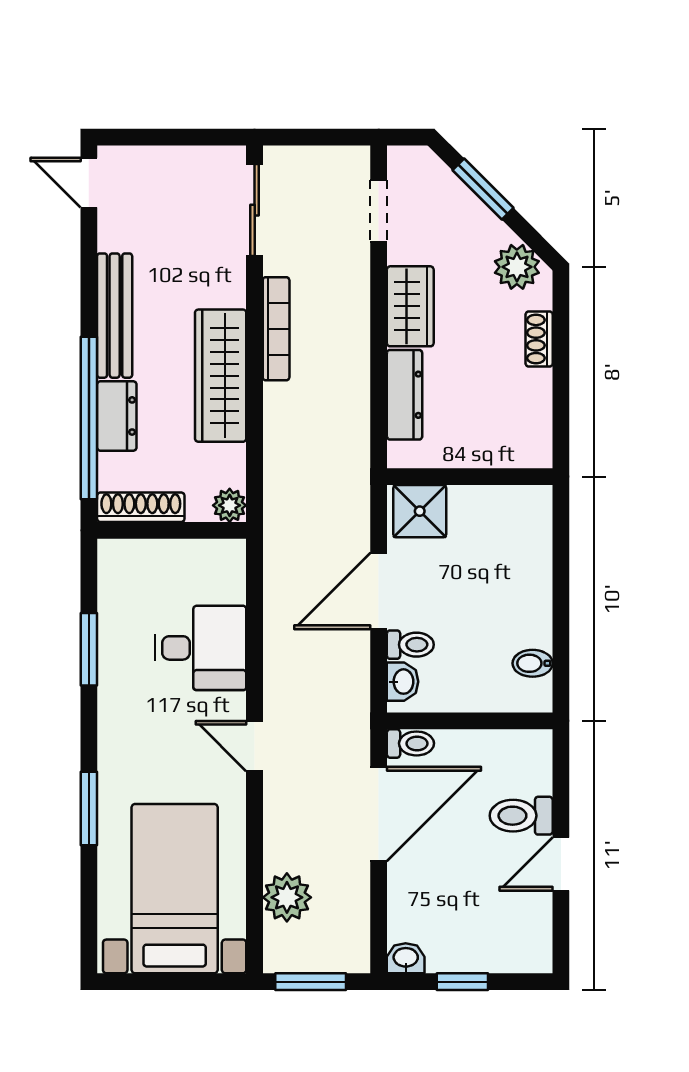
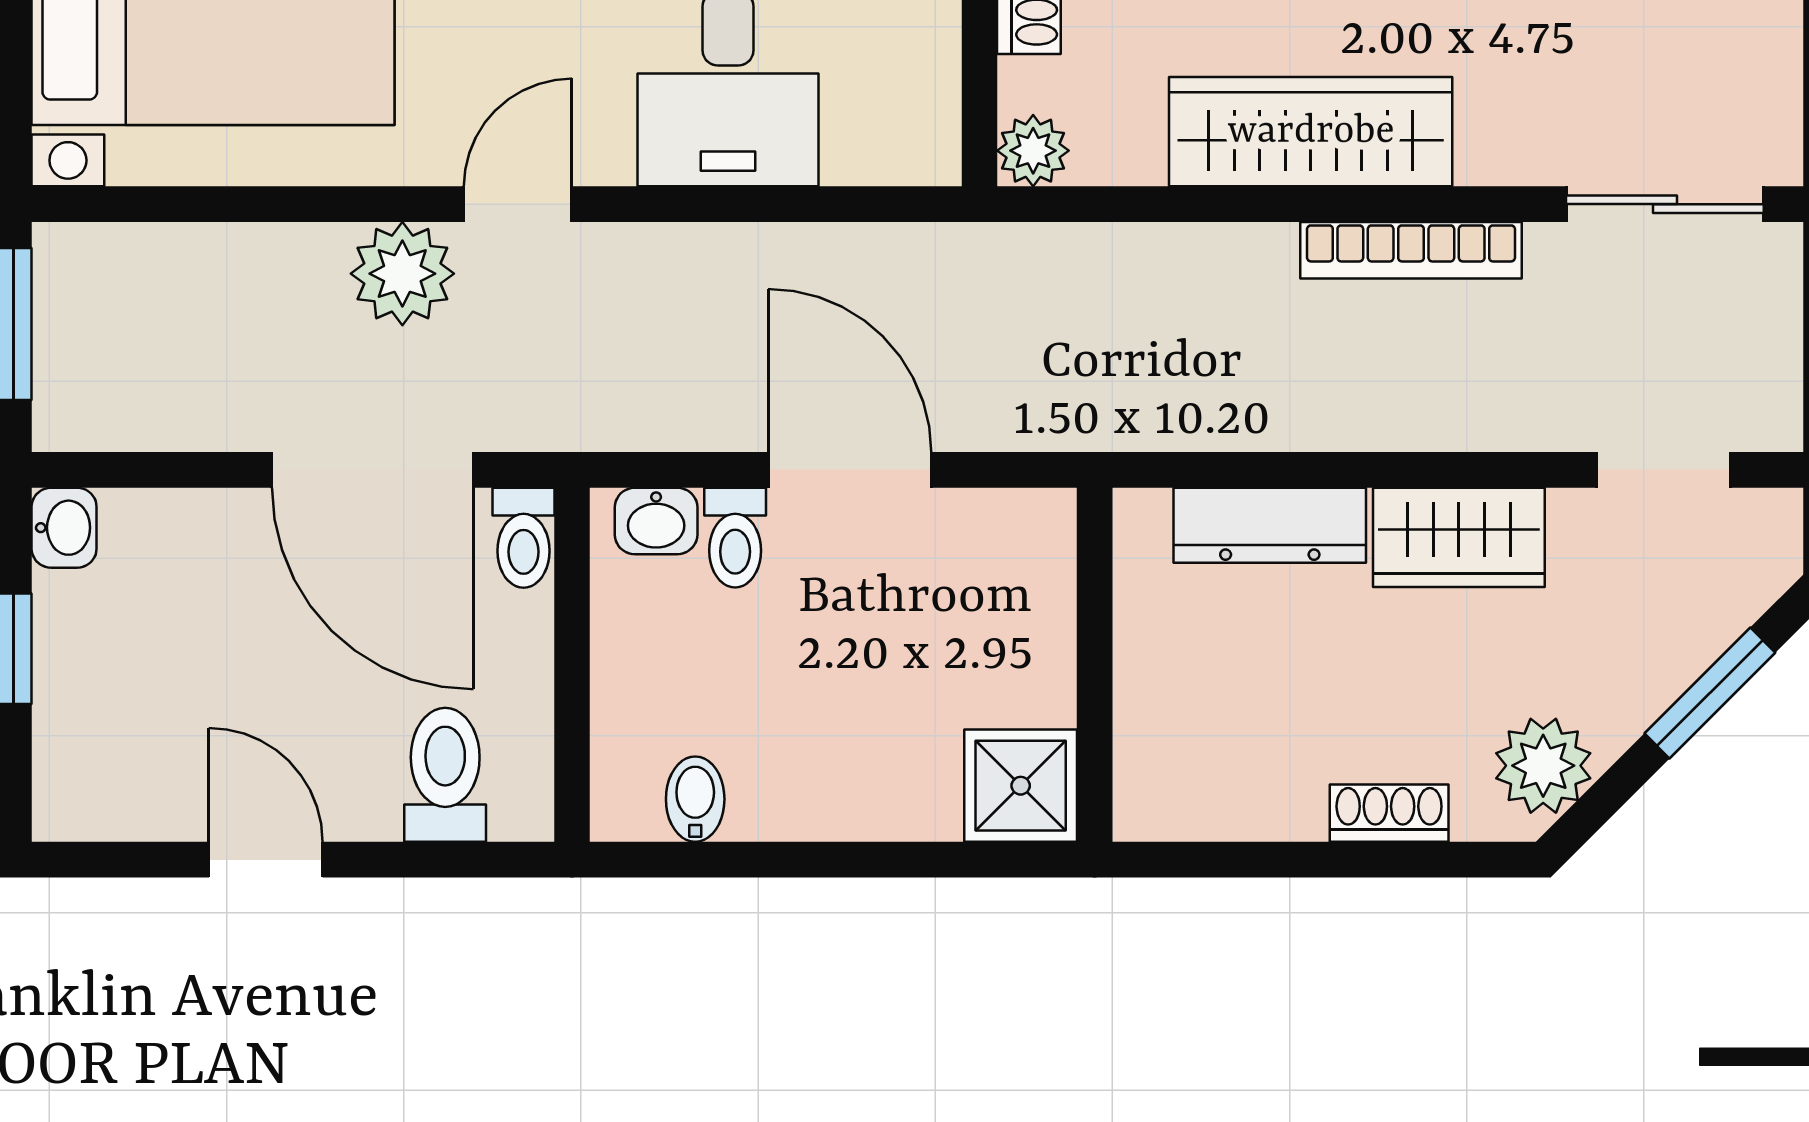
shower: (420, 511) -> (1021, 786), moved
toilet: (521, 816) -> (445, 775), moved
plant: (287, 897) -> (402, 274), moved

